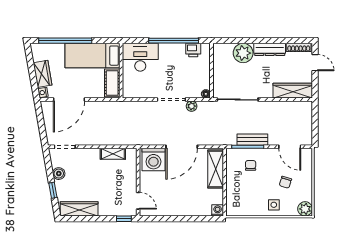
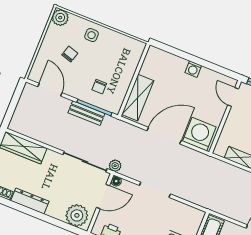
plant: (243, 53) -> (77, 215), moved
door: (211, 77) -> (103, 197), added
plant: (192, 106) -> (115, 166), moved
washing machine: (218, 210) -> (193, 69), moved

